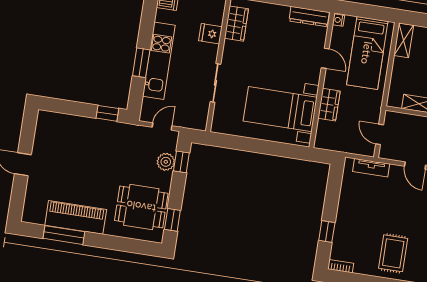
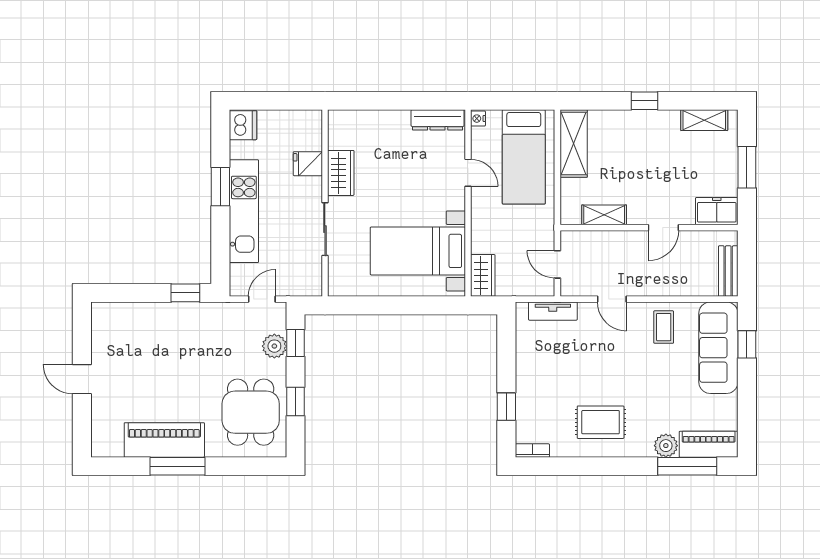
wardrobe: (236, 24) -> (341, 173), moved
shelving: (404, 40) -> (574, 144), width x1.50, depth x1.33
window: (141, 63) -> (220, 187), moved
wardrobe: (329, 105) -> (483, 275), moved
dining table: (141, 207) -> (251, 412), turned 90
window: (172, 220) -> (295, 401), moved
window: (64, 235) -> (178, 466), moved
rug: (393, 253) -> (601, 422), turned 90

